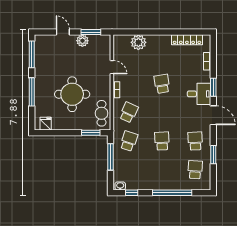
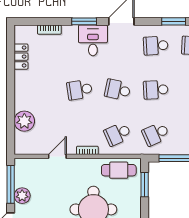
window: (91, 32) -> (11, 184), width x1.44
locker: (187, 40) -> (21, 57), width x0.66
school desk: (129, 112) -> (118, 134), turned -48
school desk: (162, 112) -> (118, 90), added
school desk: (129, 141) -> (156, 134), turned -42

